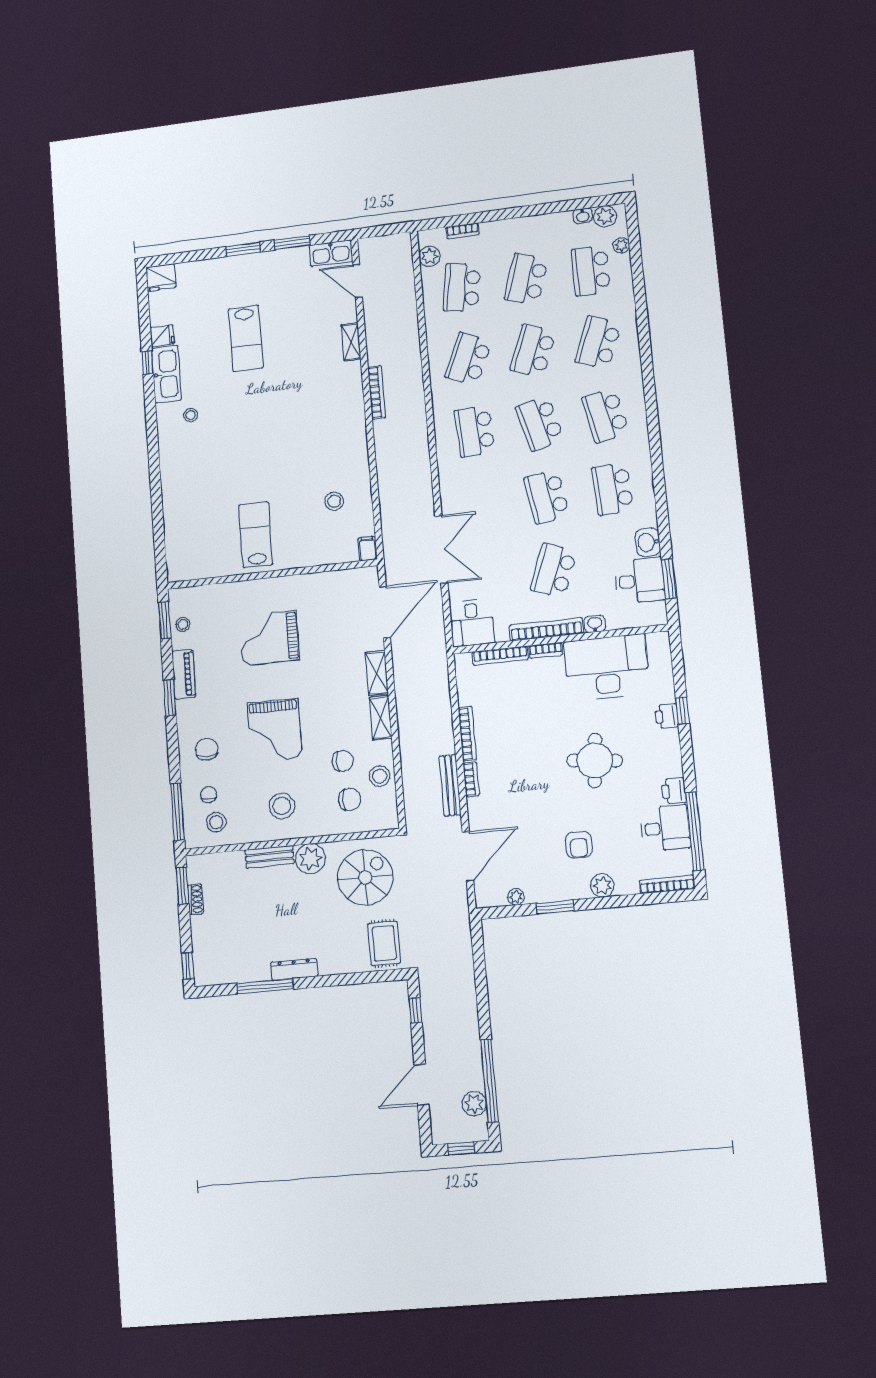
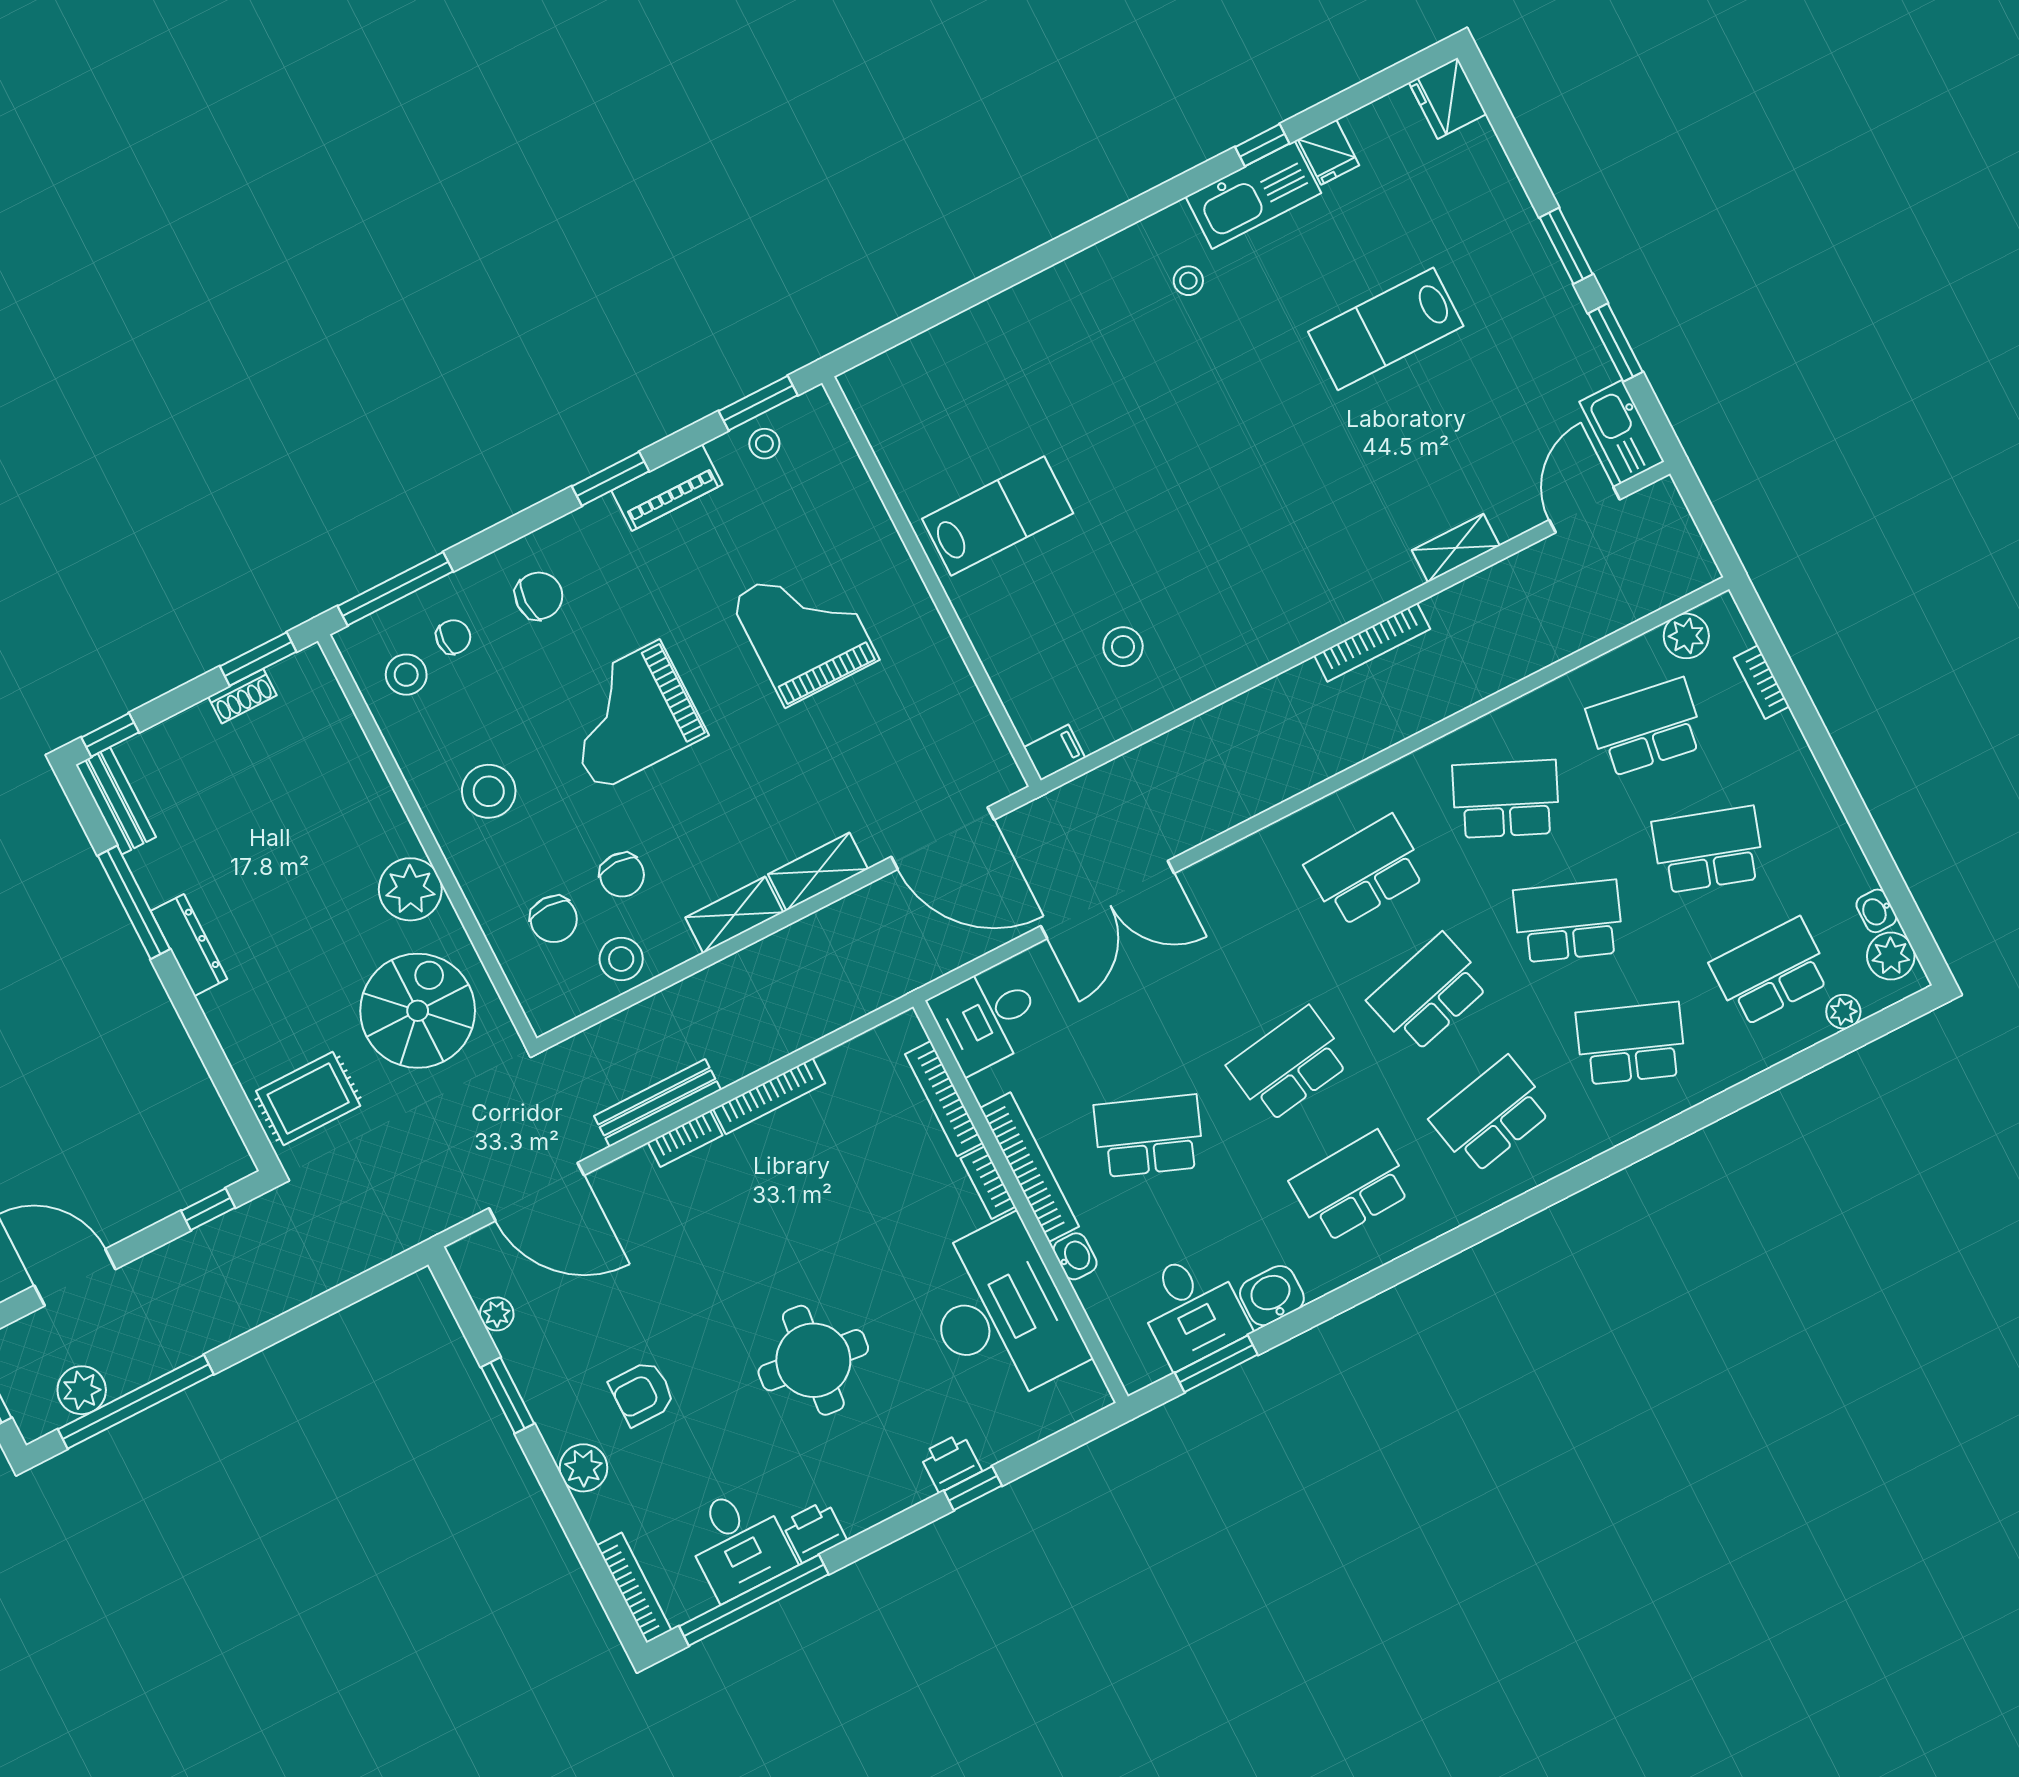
bench: (270, 857) -> (116, 801), moved
spiral stairs: (365, 877) -> (418, 1011), turned -90

